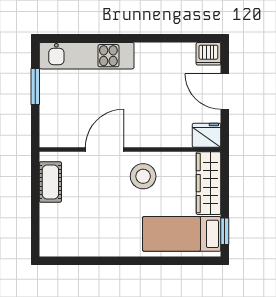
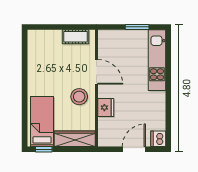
fridge: (206, 135) -> (106, 108), moved

